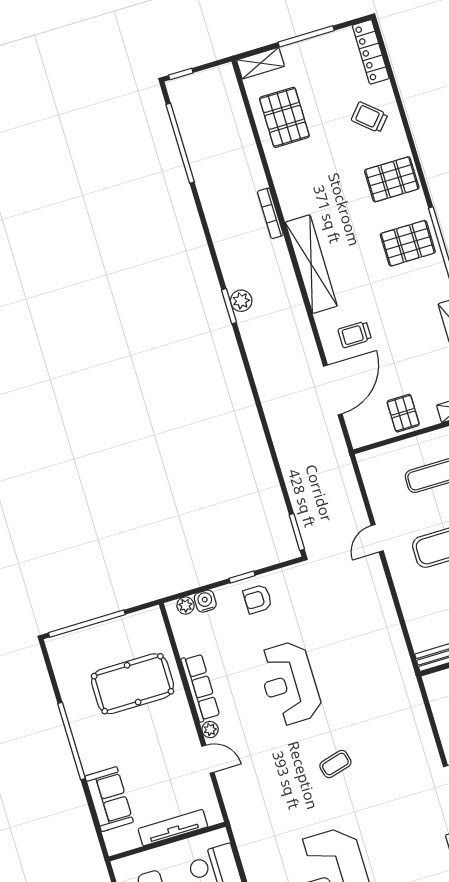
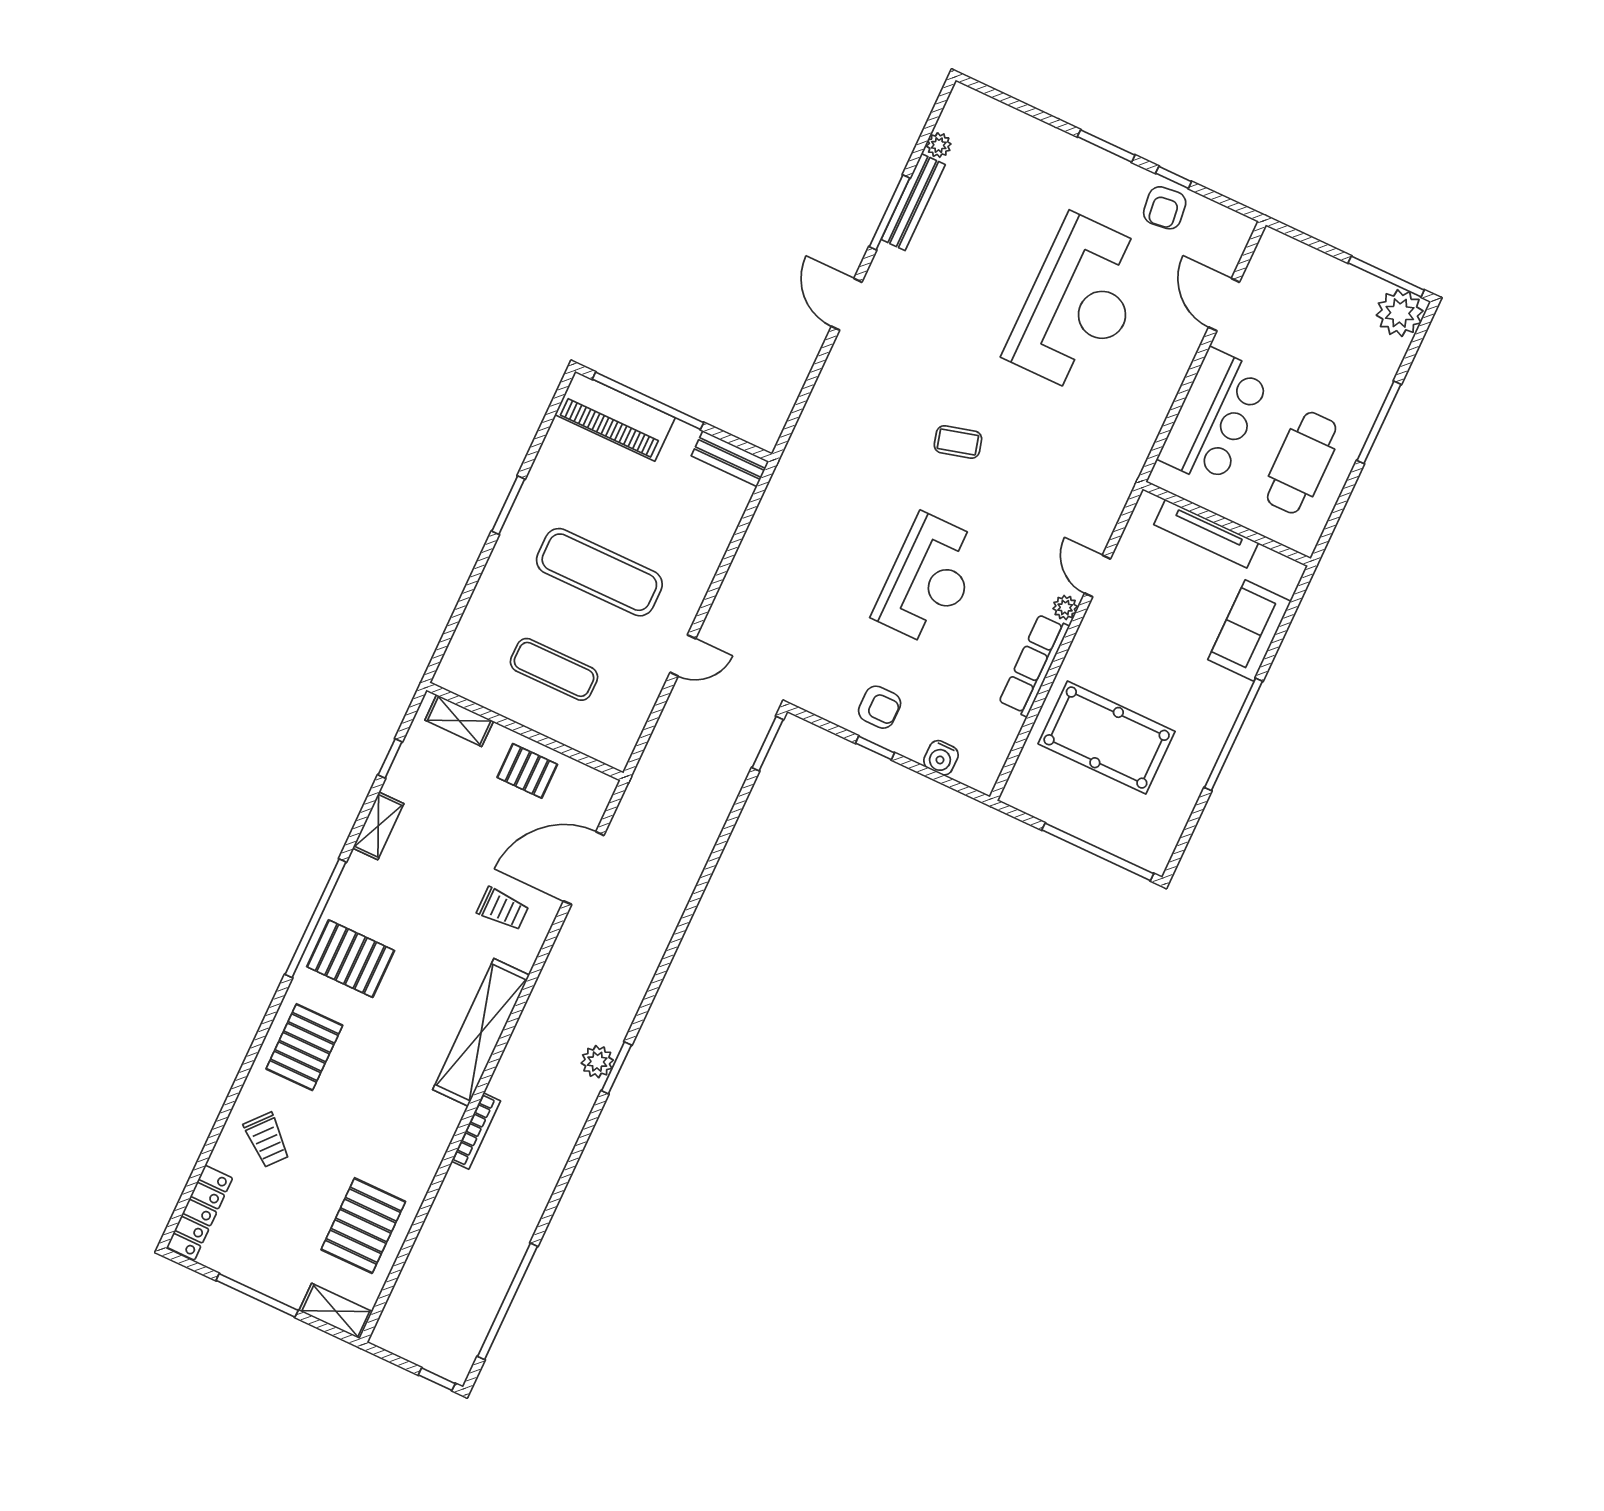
pallet: (392, 179) -> (304, 1047), turned 90
pallet: (403, 413) -> (527, 771), turned 90
plant: (185, 606) -> (968, 773), removed

